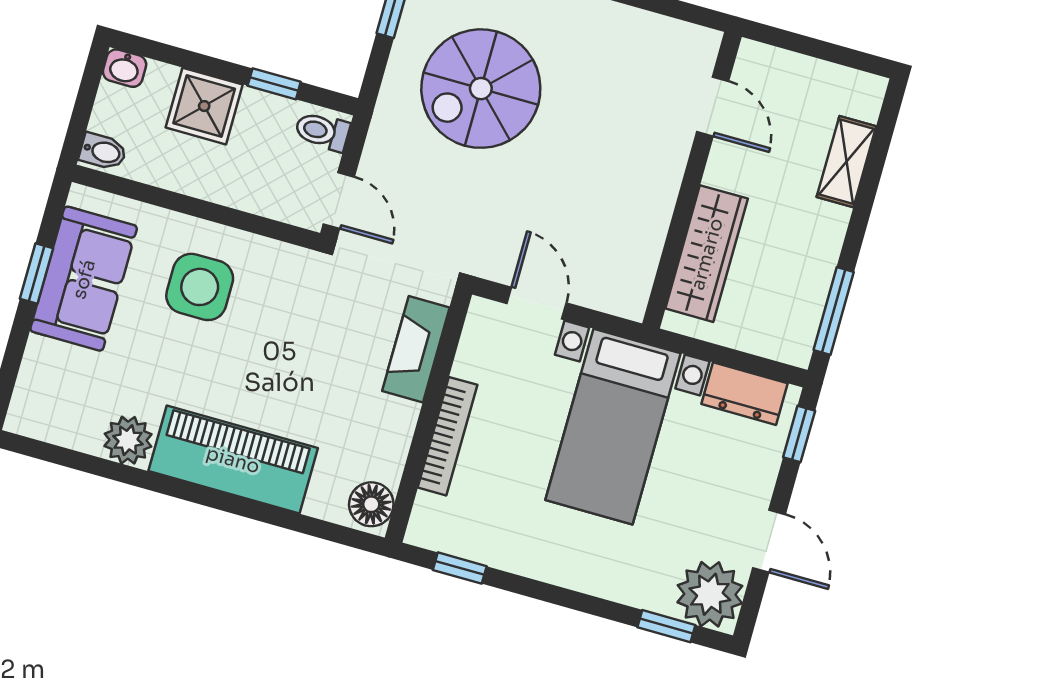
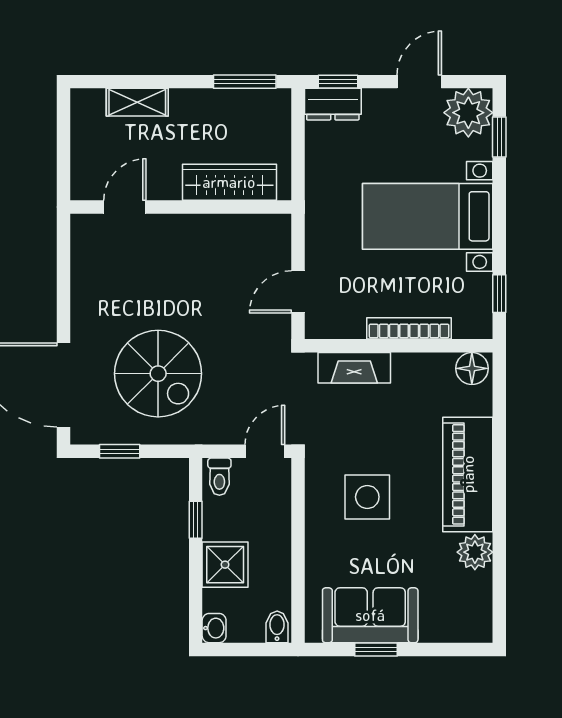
side table: (200, 287) -> (367, 497), moved
dresser: (744, 394) -> (333, 104), moved, turned 90
bed with nightstands: (613, 427) -> (428, 216), moved, turned 180

